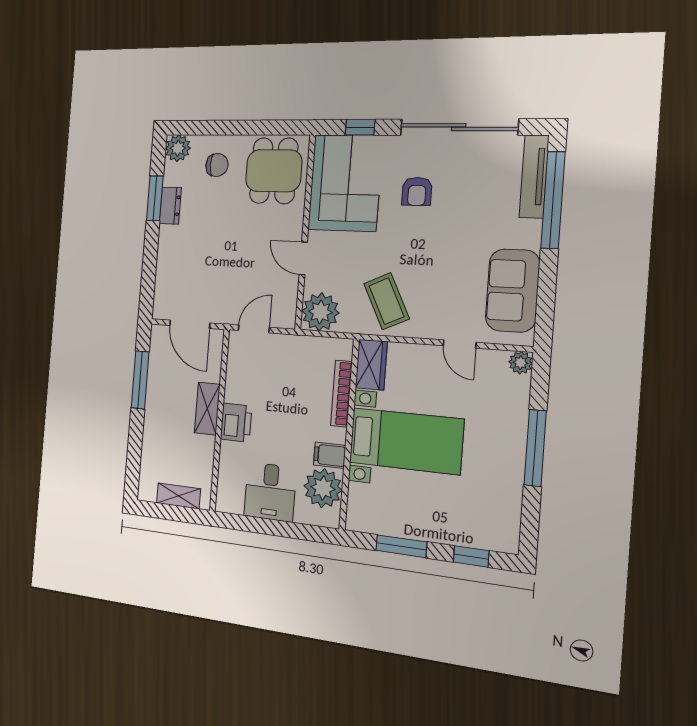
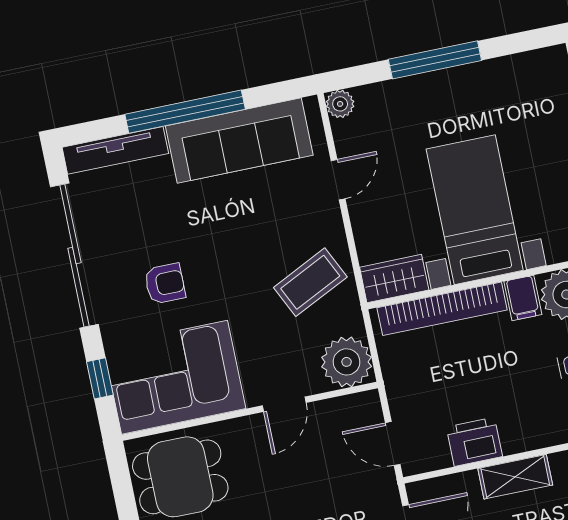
window: (553, 200) -> (185, 112), moved
sofa: (513, 291) -> (239, 141), width x1.36
bookcase: (341, 394) -> (442, 309), width x1.48, depth x1.31
printer: (236, 423) -> (474, 442), moved

